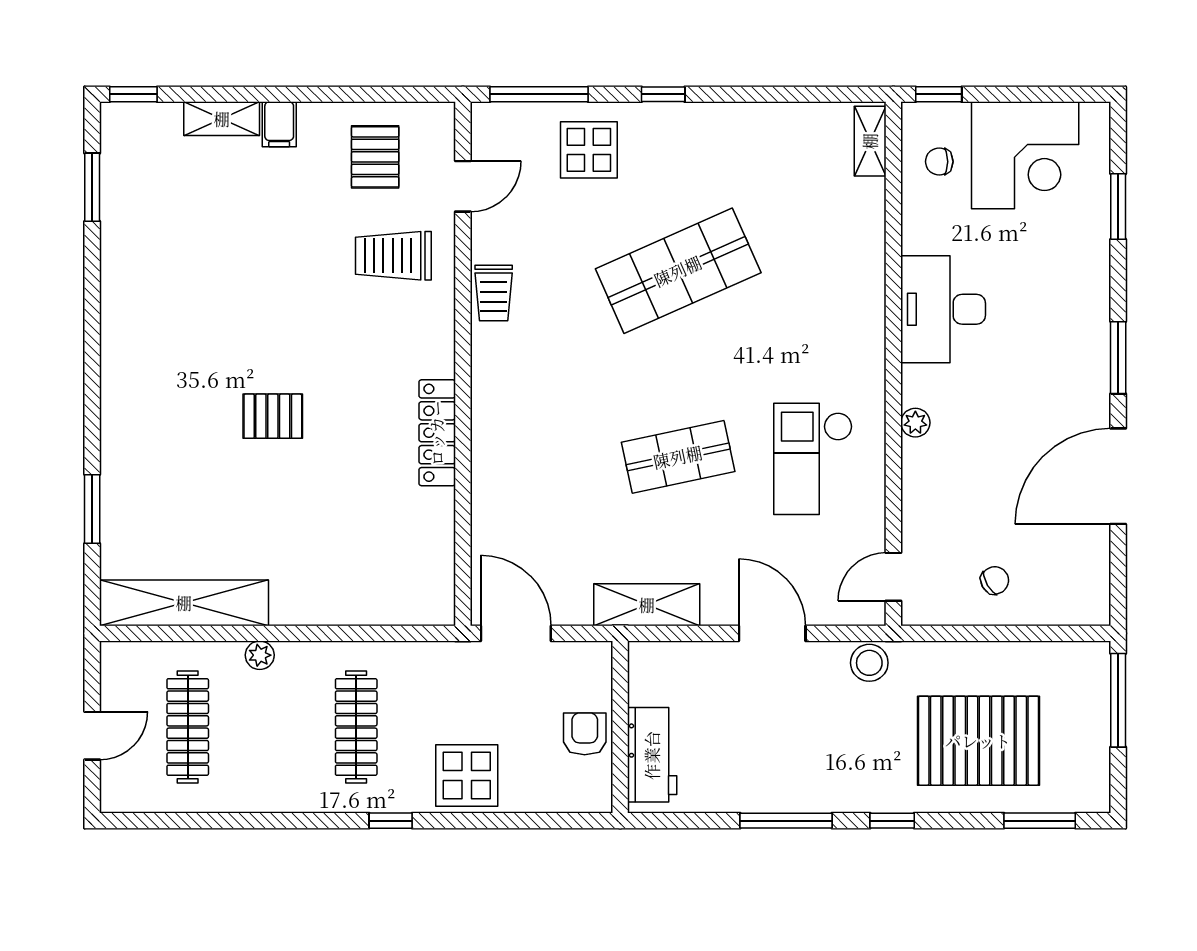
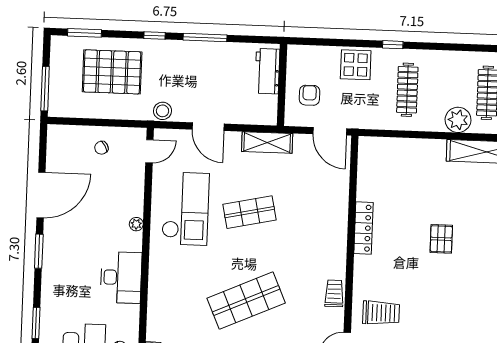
pallet: (273, 416) -> (441, 239), turned 90
checkout: (813, 459) -> (186, 209), width x1.36, depth x1.21
plant: (260, 655) -> (458, 120), width x1.87, depth x1.87
armchair: (585, 734) -> (310, 95), moved, turned 180

